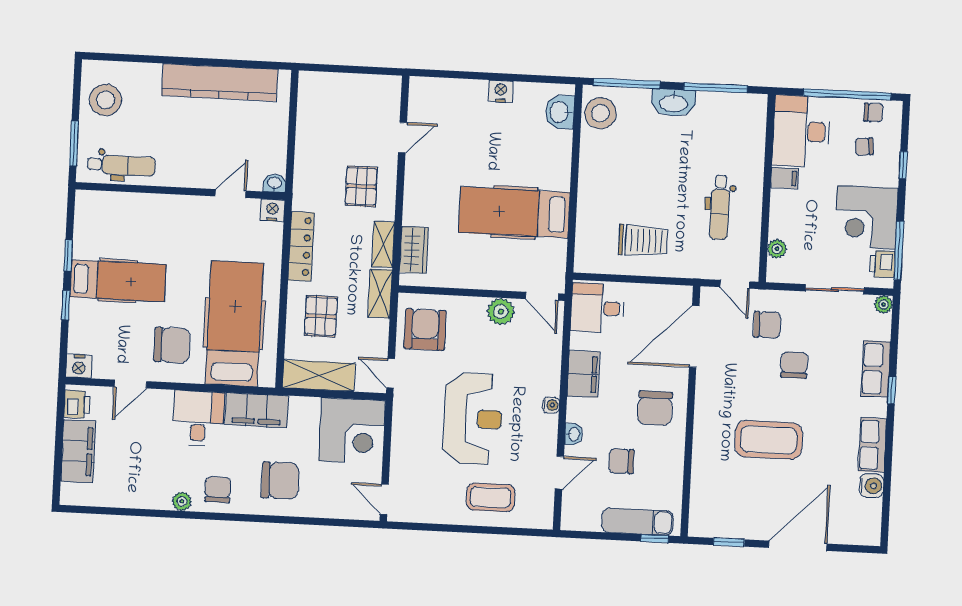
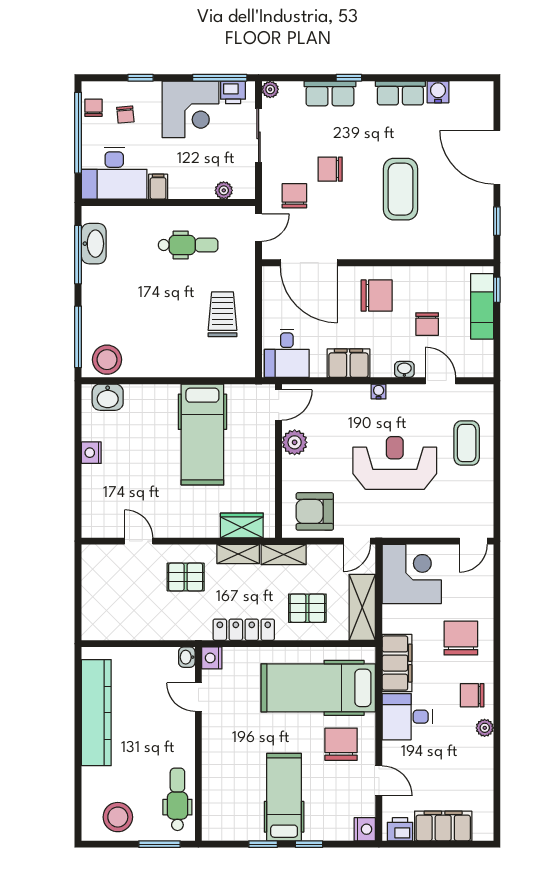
washbasin: (674, 103) -> (94, 244), moved

